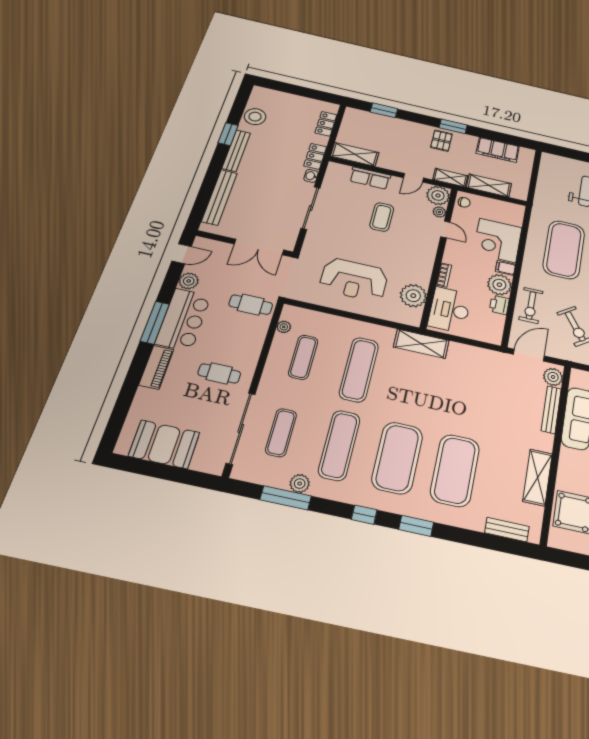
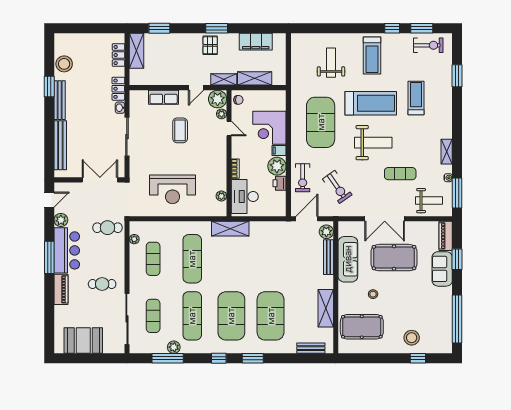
shelving: (355, 154) -> (136, 51), moved, turned 90
double door: (259, 247) -> (100, 180), swing flipped
plant: (413, 296) -> (221, 196), width x0.53, depth x0.53

